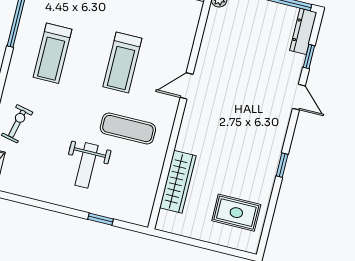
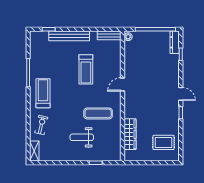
treadmill: (52, 53) -> (43, 93), moved, turned 180
treadmill: (122, 63) -> (86, 69), moved
door: (299, 97) -> (181, 94), moved
weight bench: (87, 165) -> (82, 137), turned 90

